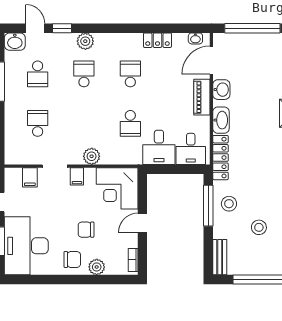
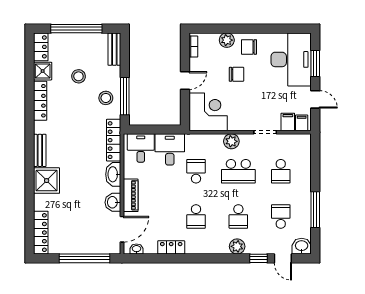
school desk: (84, 123) -> (238, 171), added
filing cabinet: (77, 176) -> (302, 123), moved

